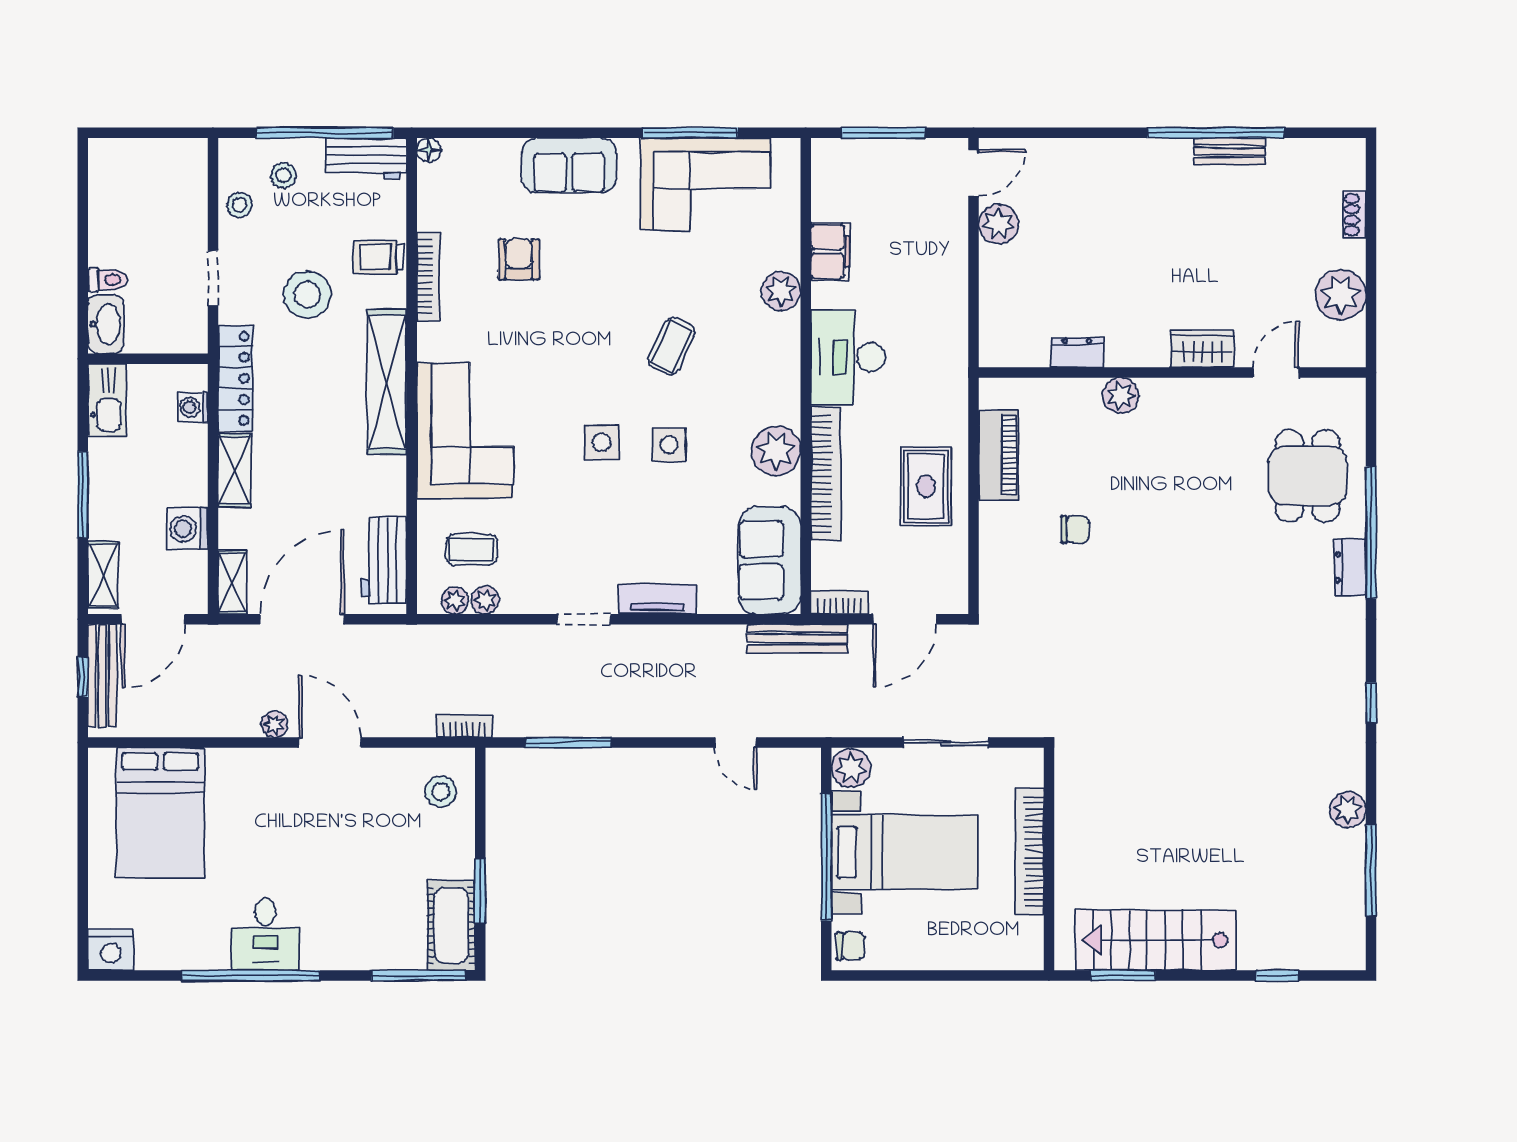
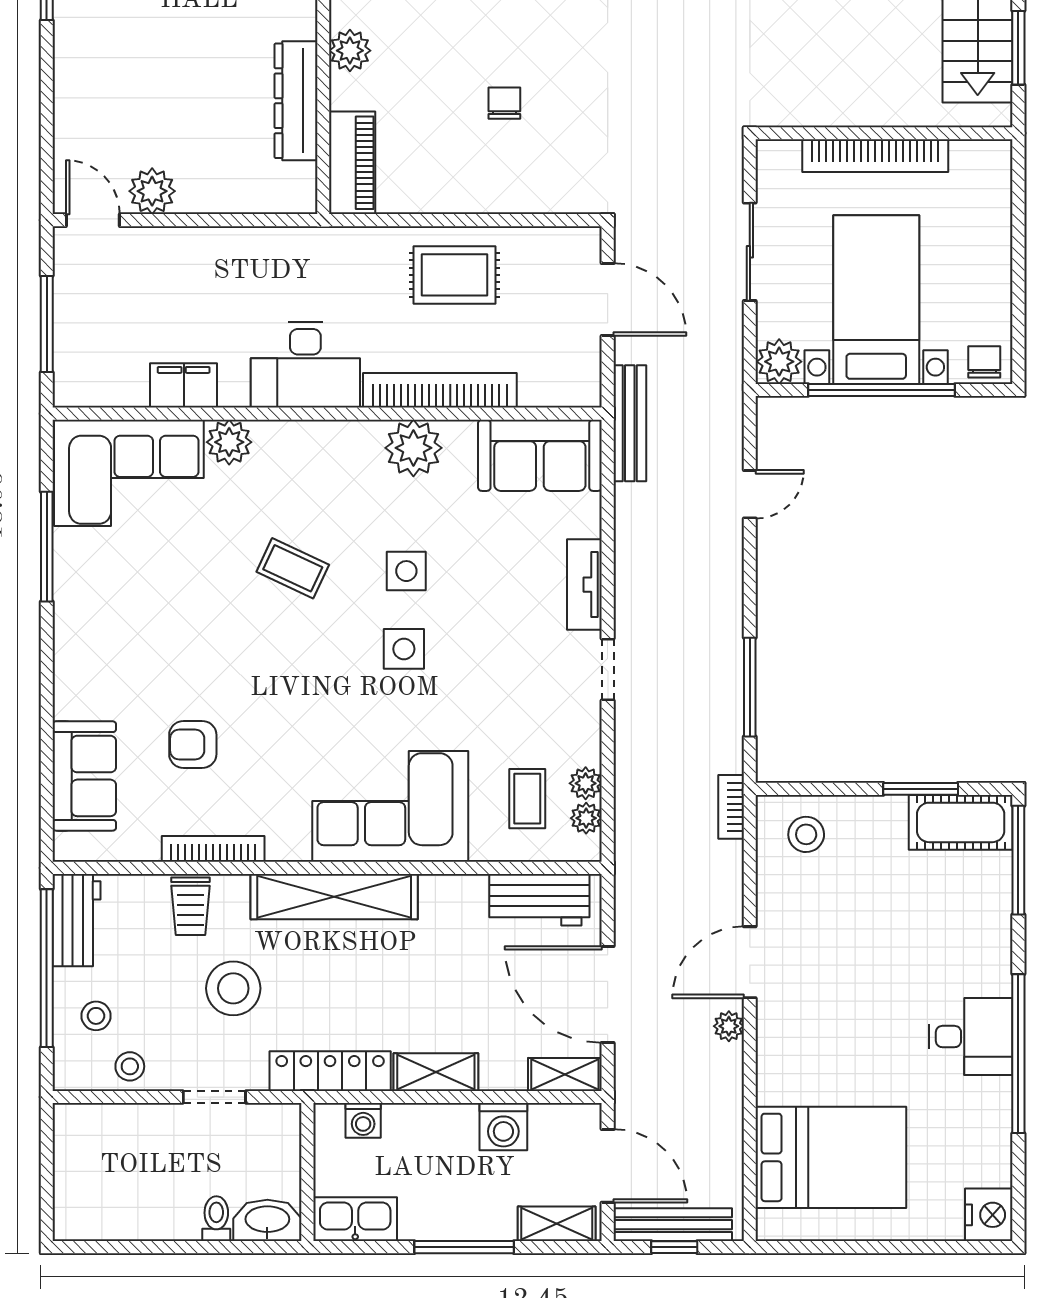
floor lamp: (429, 150) -> (67, 848), removed
sofa: (569, 165) -> (84, 776), moved
corner sofa: (705, 184) -> (129, 473), moved, turned 90
dresser: (1077, 353) -> (296, 101), width x1.96, depth x1.24
piano: (999, 455) -> (352, 163), moved, turned 90
bookcase: (839, 603) -> (589, 375), removed

